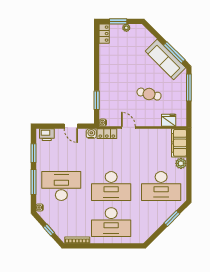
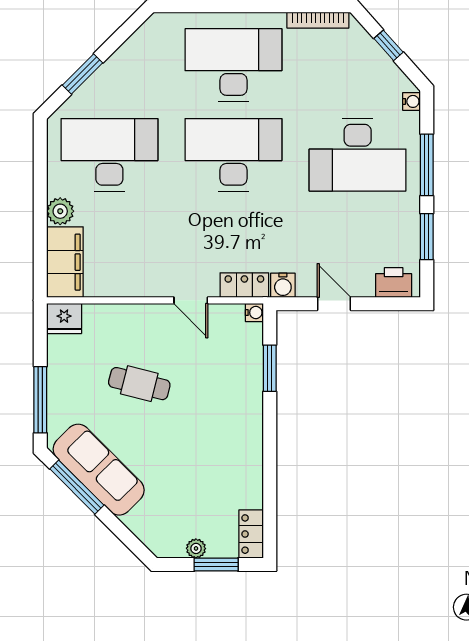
fridge: (169, 120) -> (64, 319), moved

